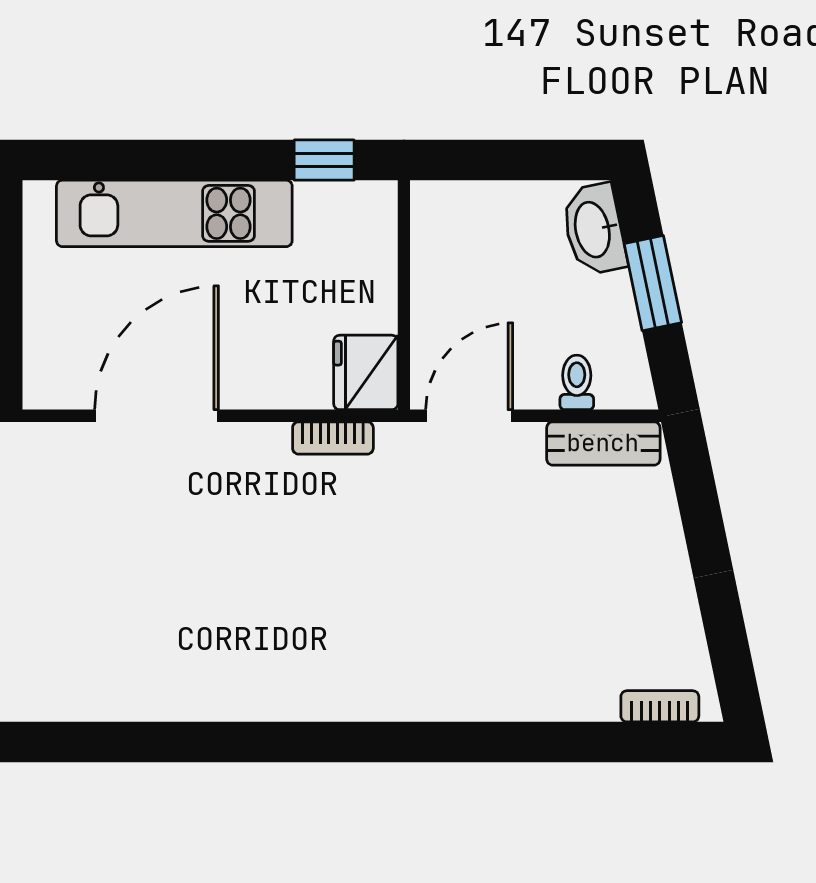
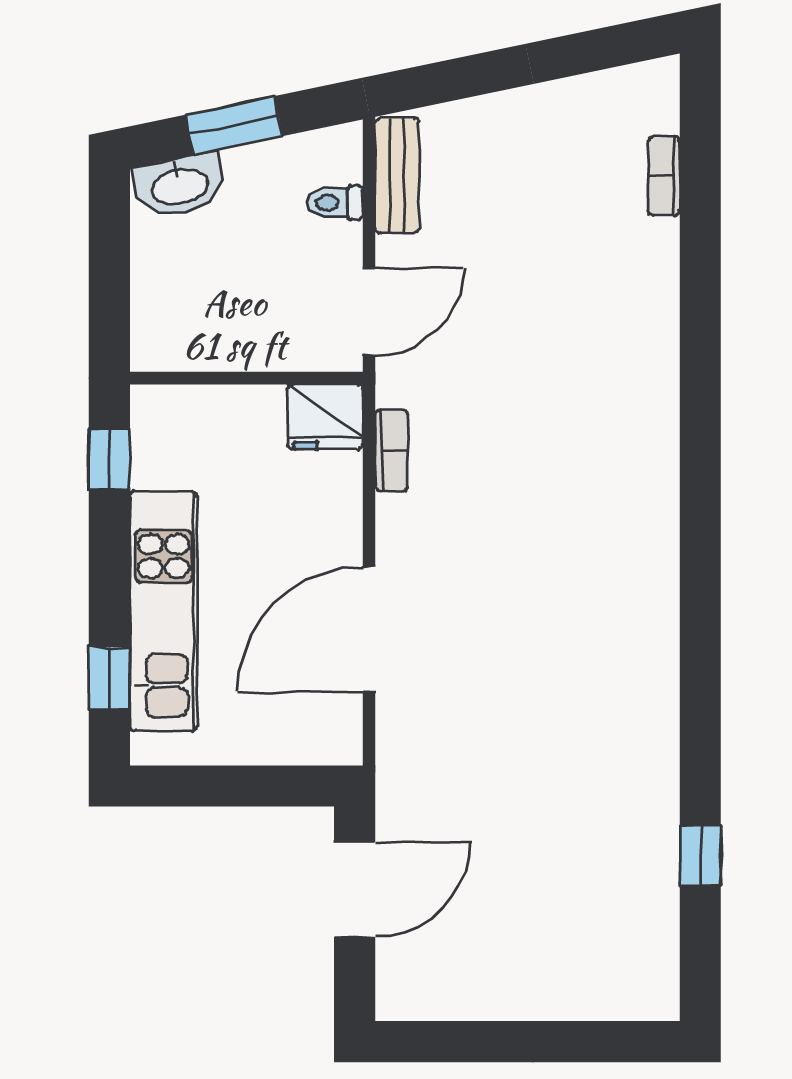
window: (109, 160) -> (109, 678), added
door: (157, 416) -> (369, 629), hinge flipped
door: (469, 416) -> (369, 312), swing flipped
bookcase: (660, 706) -> (664, 176), moved

